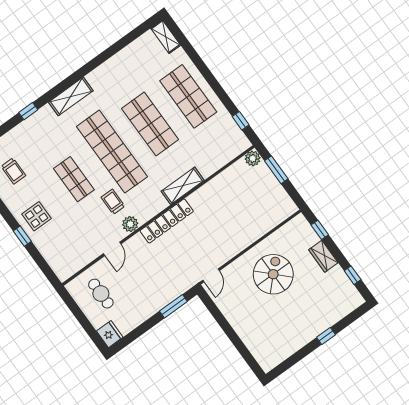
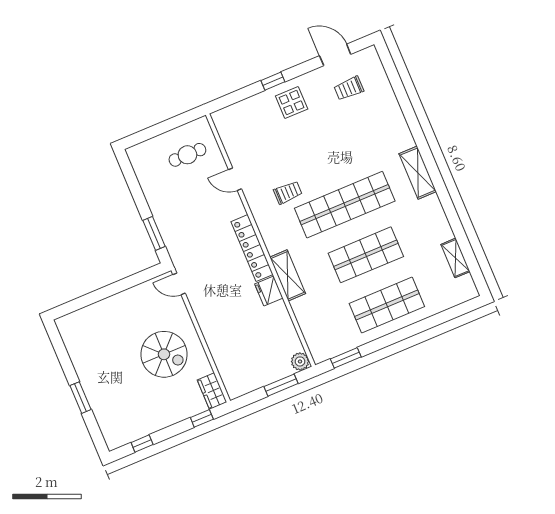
shelving: (166, 37) -> (455, 258), moved, turned 90
window: (28, 111) -> (412, 121), removed
window: (241, 121) -> (346, 358), width x1.50
shop shelf: (74, 179) -> (324, 154), removed
plant: (130, 224) -> (258, 206), removed
wardrobe: (323, 256) -> (212, 391), moved, turned -90
fridge: (110, 334) -> (269, 291), moved, turned 90
window: (326, 336) -> (80, 398), width x1.50

